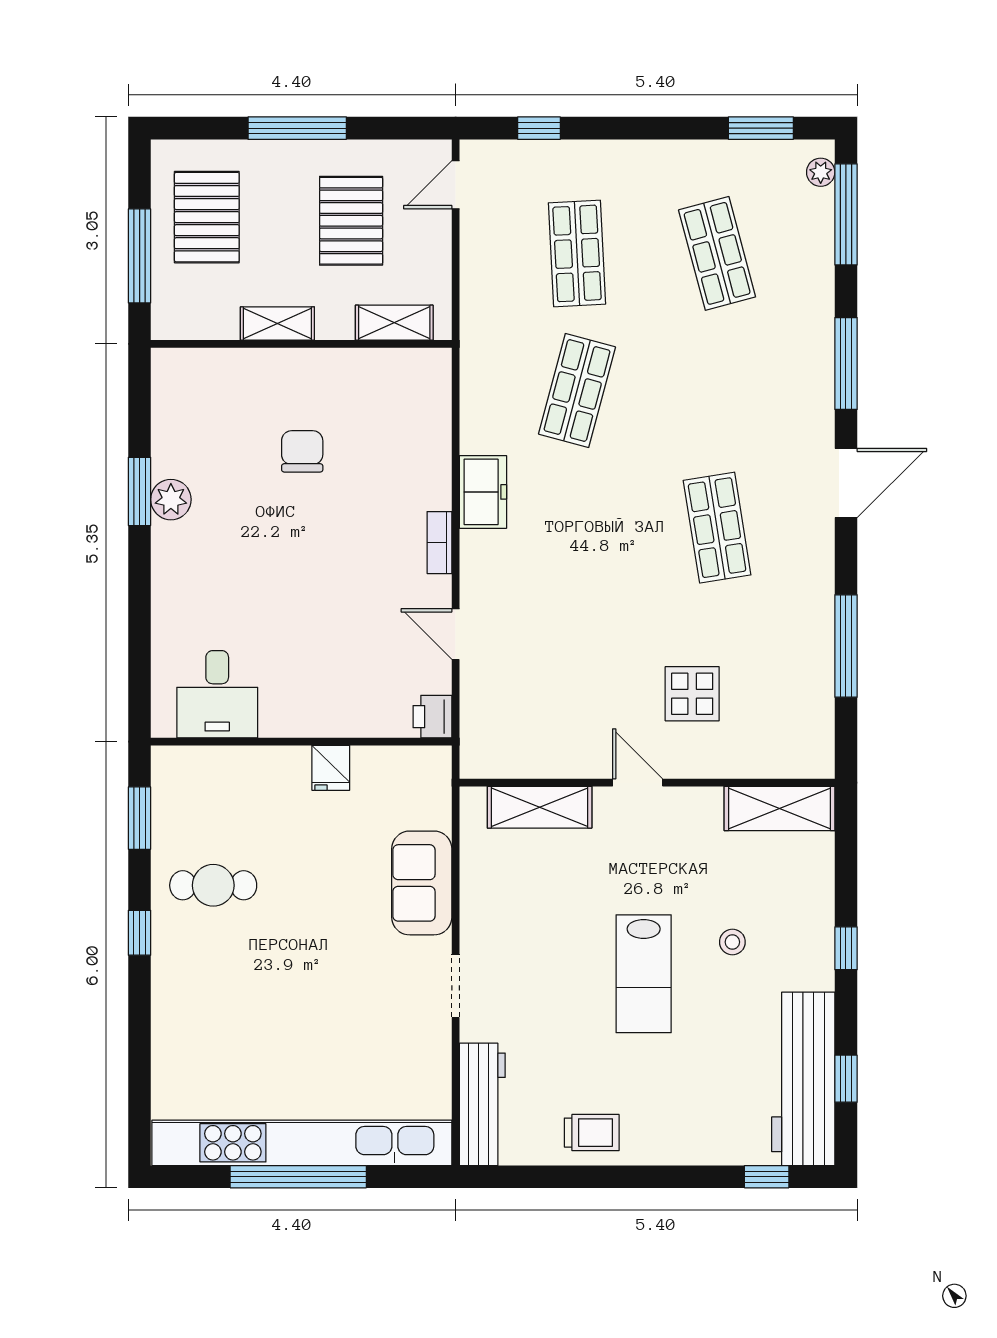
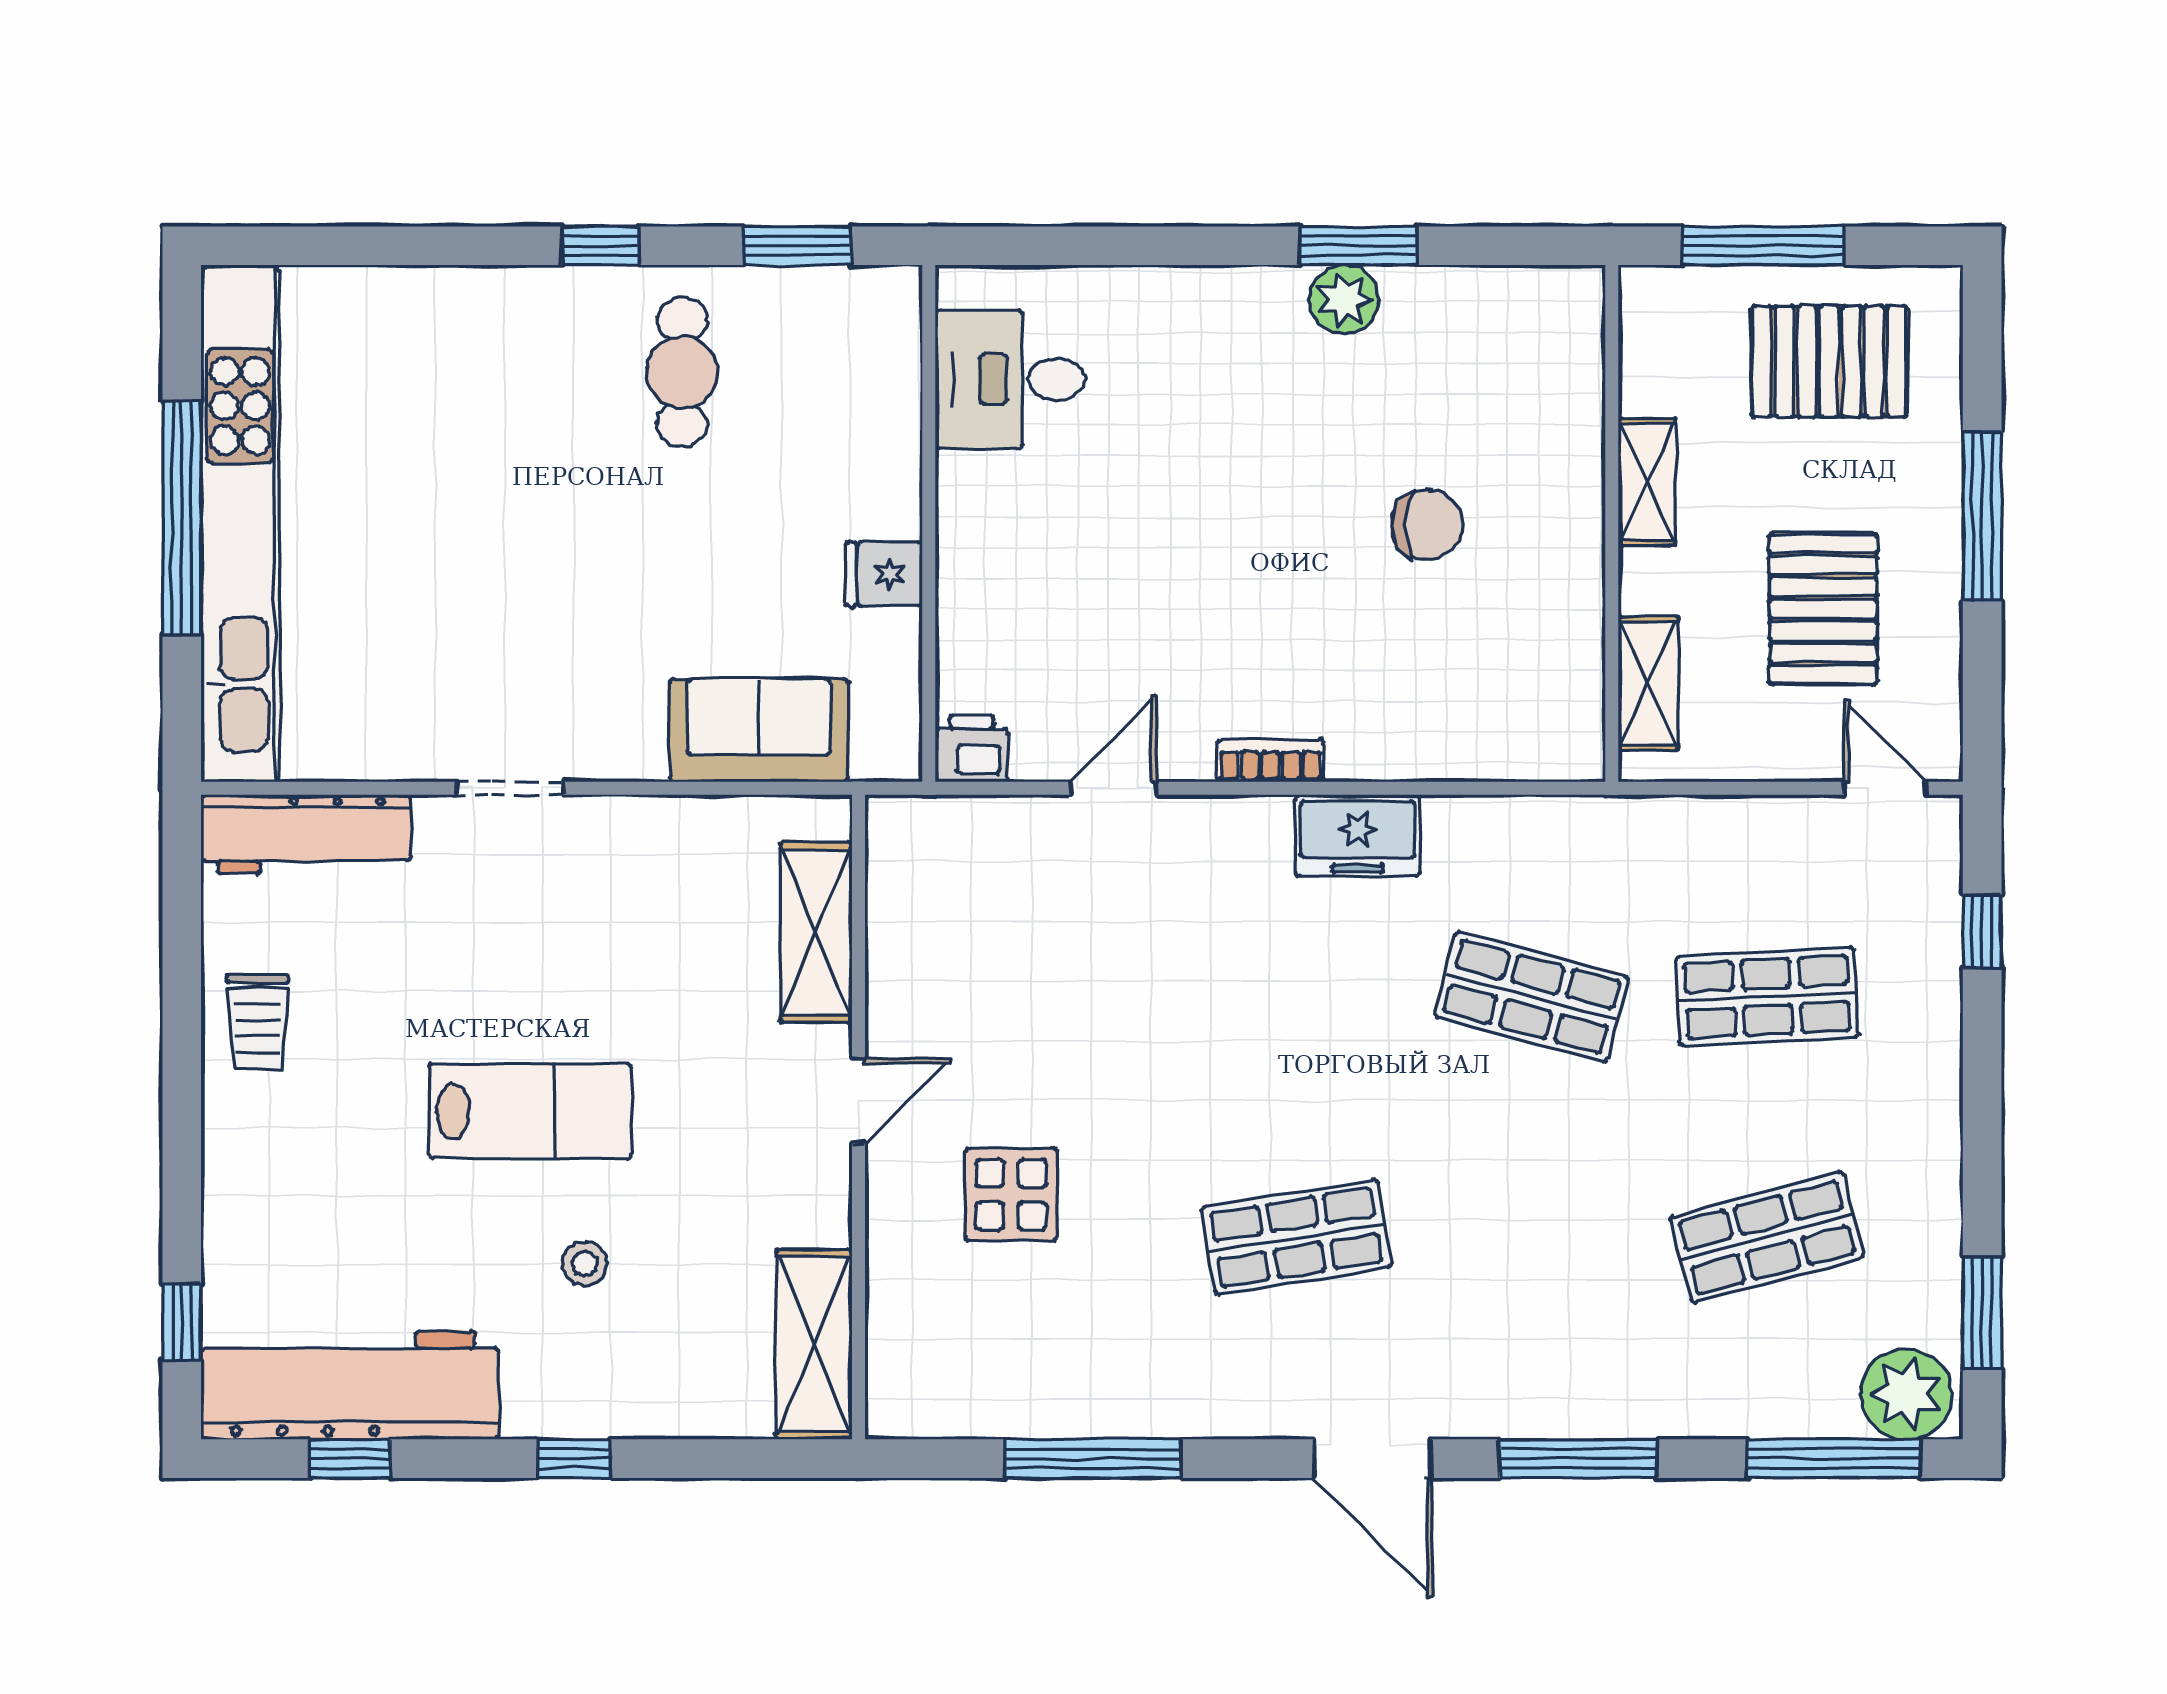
plant: (821, 172) -> (1906, 1394), width x1.88, depth x1.88
pallet: (351, 221) -> (1823, 609), turned 90
sofa: (422, 883) -> (759, 730), moved
lab bench: (644, 974) -> (530, 1111), turned 180

